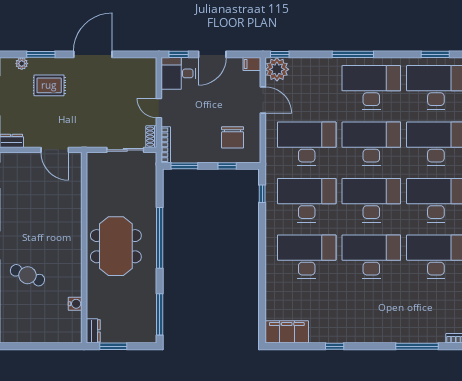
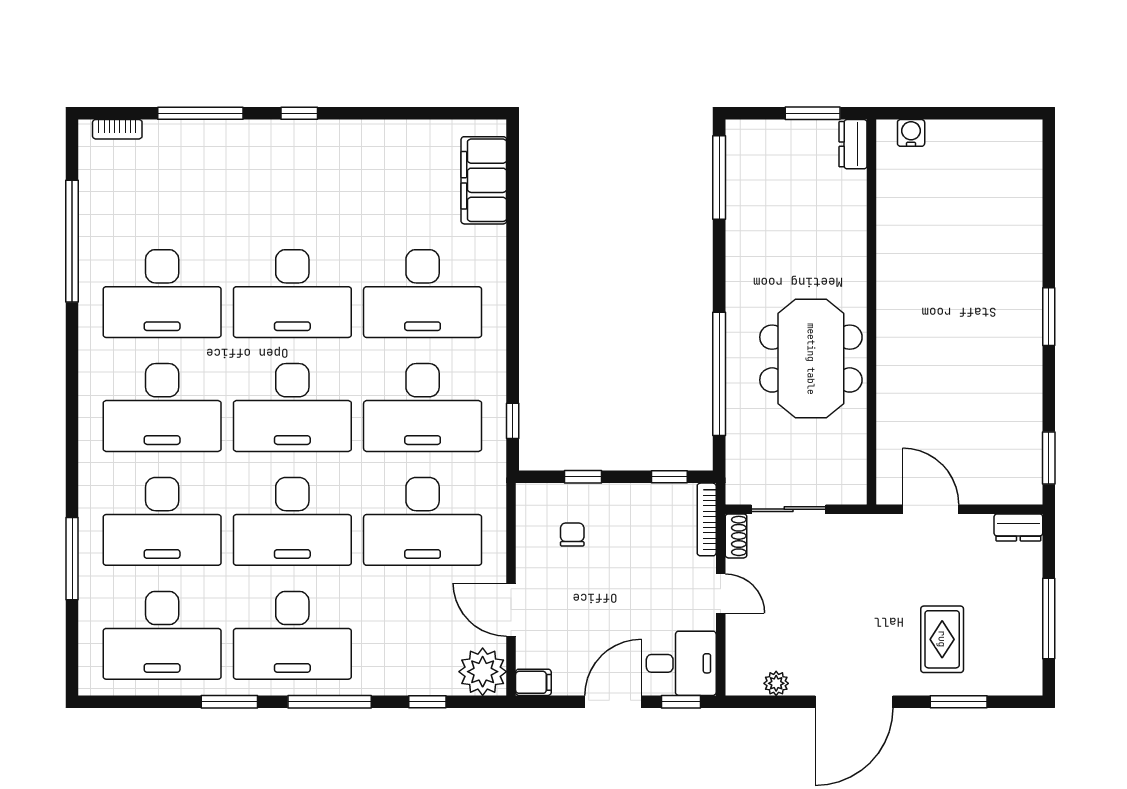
window: (280, 54) -> (427, 702), moved
window: (435, 54) -> (229, 702), moved
plant: (22, 64) -> (776, 683), moved
rug: (49, 85) -> (942, 639), turned 90
chair: (233, 137) -> (572, 534), width x0.54, depth x0.54
window: (184, 166) -> (669, 477), width x0.67
window: (160, 238) -> (719, 374), moved
meeting table: (116, 246) -> (811, 359), moved
cafe table: (27, 275) -> (986, 256), removed
water cooler: (75, 304) -> (911, 133), moved, turned 90
filing cabinet: (287, 332) -> (484, 180), moved, turned 90
window: (335, 346) -> (299, 113), moved

